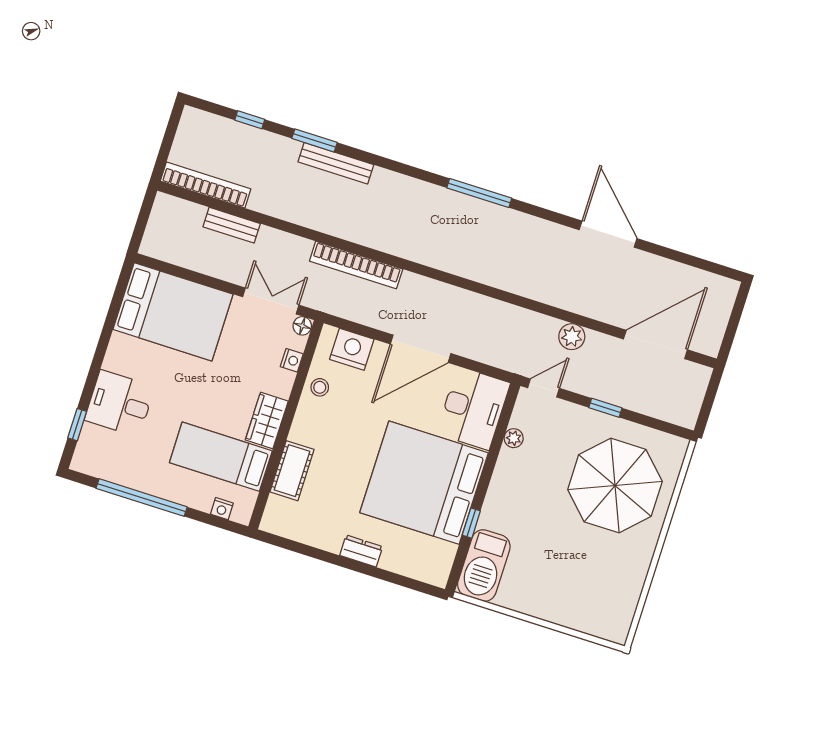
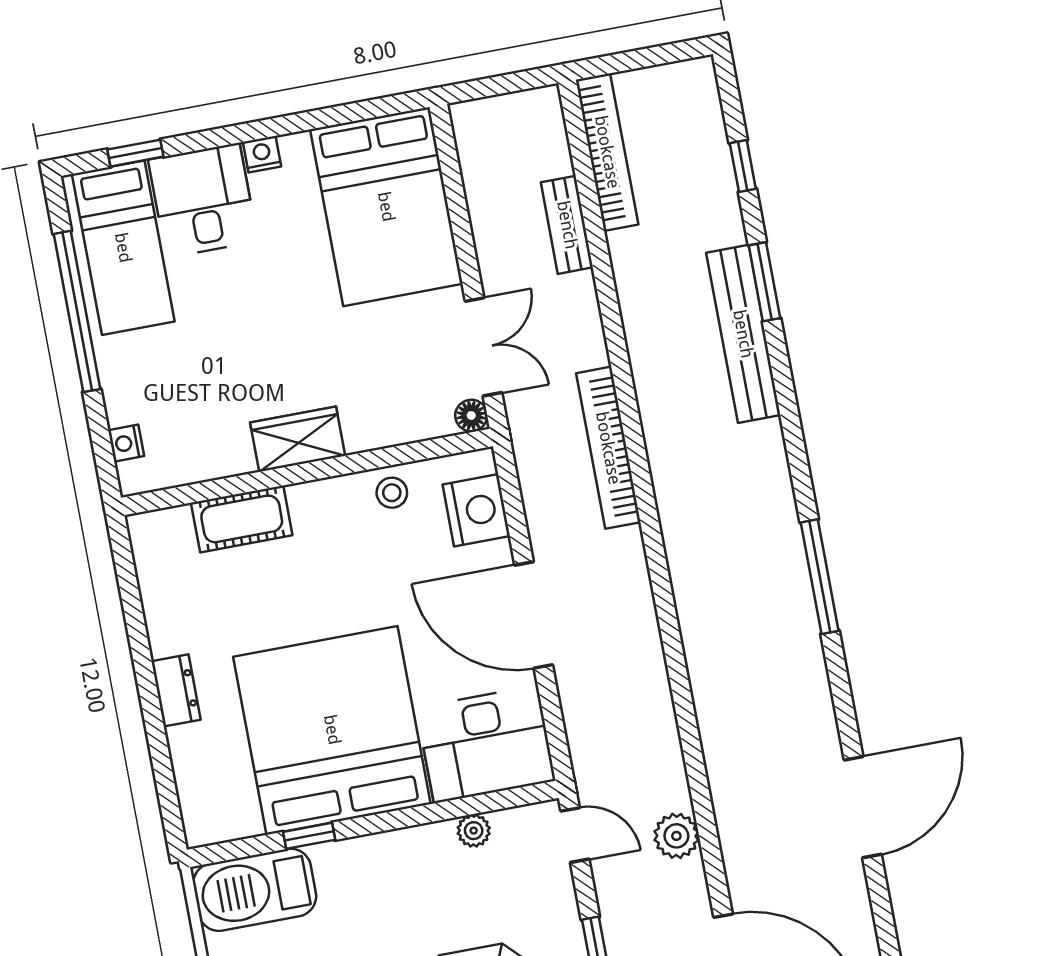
bench: (336, 163) -> (743, 334), width x1.37, depth x1.21
nightstand: (292, 360) -> (262, 154), moved, turned 180
bed: (221, 457) -> (123, 248), moved, turned 180

